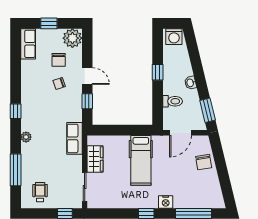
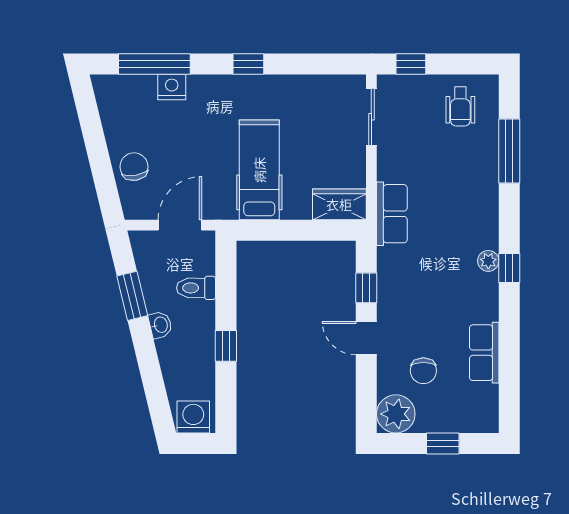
row of seats: (28, 44) -> (484, 353), moved
chair: (59, 60) -> (423, 371), turned 180
chair: (59, 83) -> (422, 323), removed
window: (208, 110) -> (132, 296), moved
plant: (26, 137) -> (488, 261), moved
wardrobe: (95, 159) -> (339, 204), moved, turned 90
nightstand: (166, 202) -> (172, 87), moved

